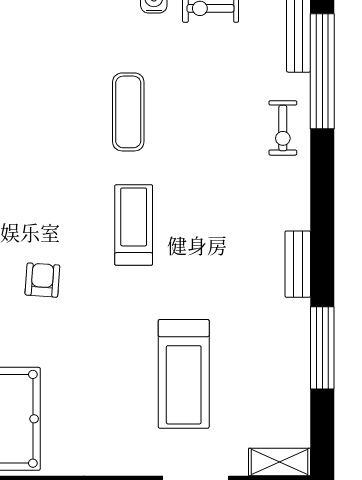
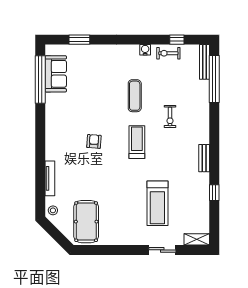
exercise bike: (283, 128) -> (170, 116), moved
armchair: (42, 280) -> (94, 141), moved
window: (322, 348) -> (214, 193), width x0.46

